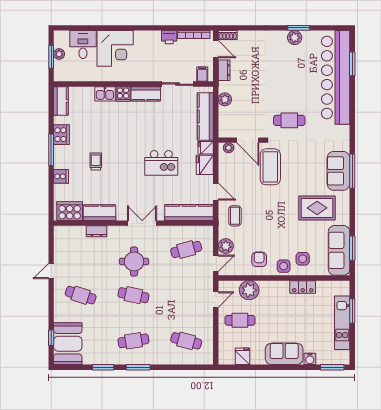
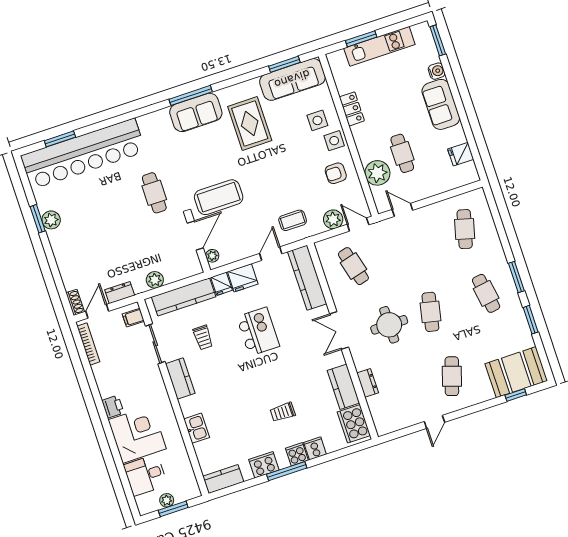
printer: (169, 37) -> (113, 407), moved
cooker: (123, 94) -> (297, 454), moved, turned -90
trolley: (171, 121) -> (203, 337), added
door: (51, 271) -> (434, 422), hinge flipped
cafe table: (240, 320) -> (402, 153), moved

